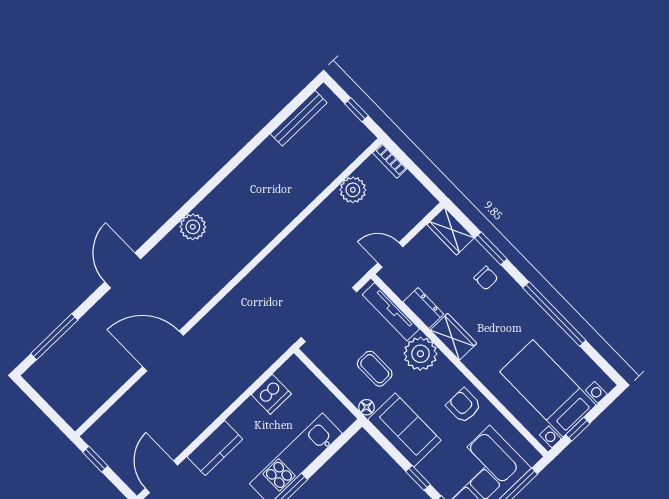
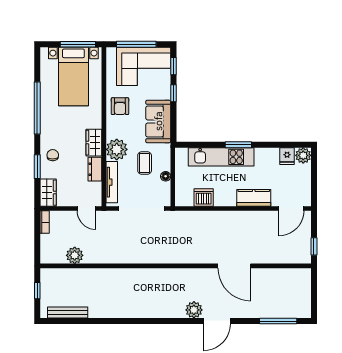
bookcase: (390, 161) -> (45, 222), moved
plant: (193, 227) -> (194, 310), moved
floor lamp: (366, 407) -> (166, 176), moved
window: (578, 429) -> (78, 44), width x2.17

